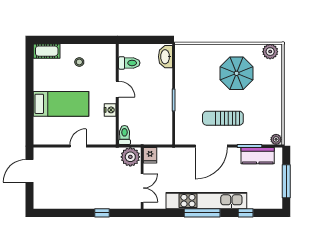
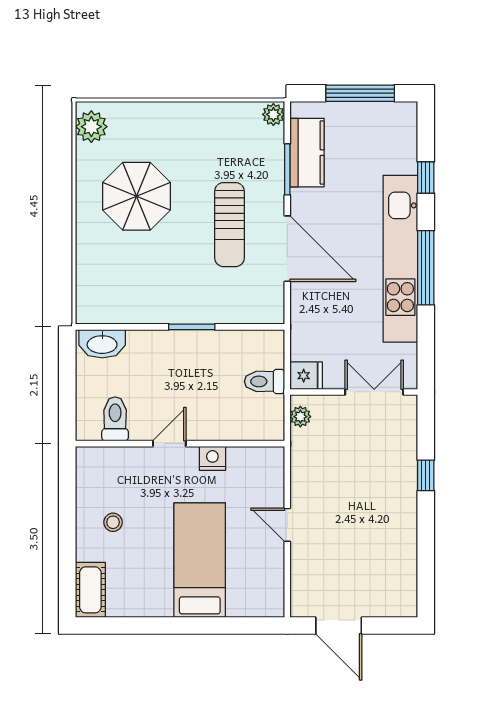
toilet: (124, 135) -> (264, 381), moved
plant: (130, 157) -> (300, 417), width x0.53, depth x0.53

